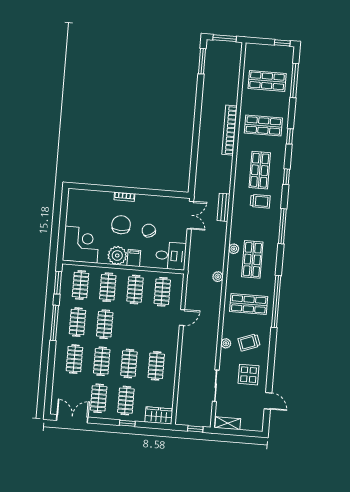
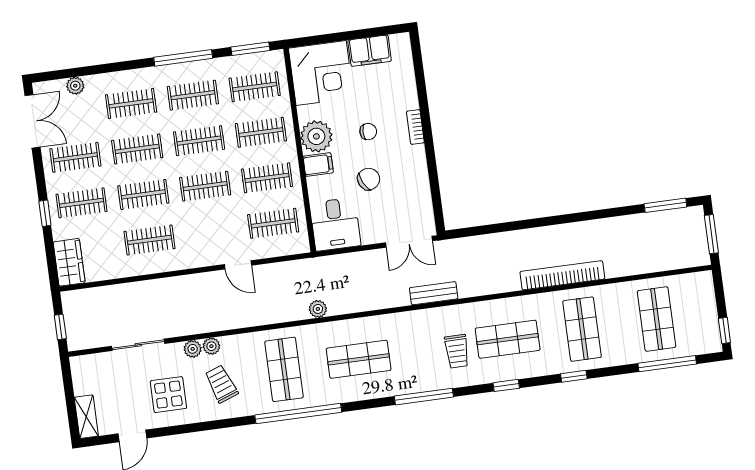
filing cabinet: (74, 214) -> (370, 51), added
chair: (121, 225) -> (368, 132), width x0.54, depth x0.54
plant: (234, 249) -> (193, 349), moved
clothes rail: (132, 327) -> (205, 186), added
plant: (57, 389) -> (75, 86), added
shelving: (228, 423) -> (86, 417), moved

